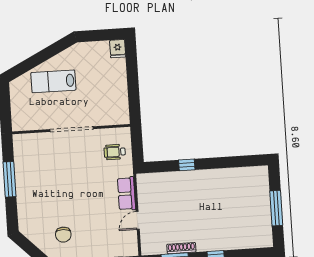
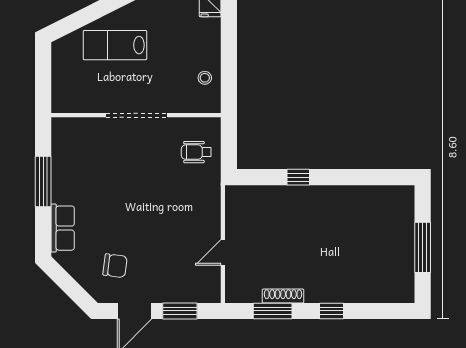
stool: (117, 100) -> (205, 78), added
row of seats: (126, 194) -> (63, 228), moved, turned 180
chair: (63, 235) -> (115, 266), turned -83

